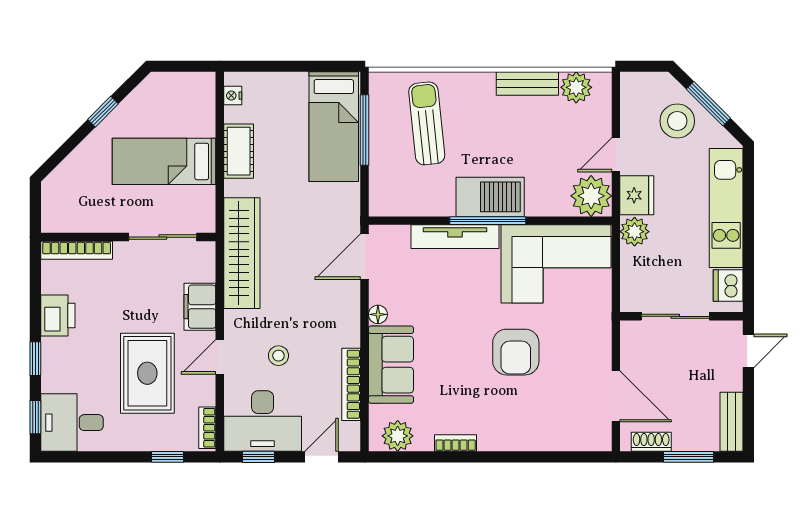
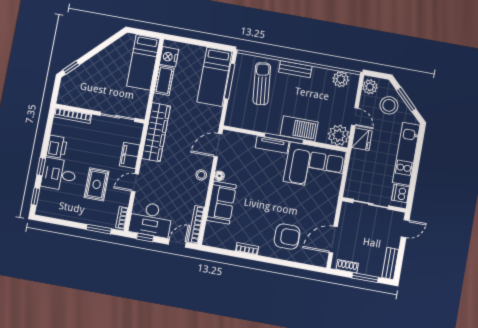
bench: (527, 84) -> (295, 69), moved
nightstand: (233, 96) -> (169, 57), width x1.89, depth x1.79
window: (103, 112) -> (71, 68), moved
door: (616, 155) -> (355, 117), swing flipped
bed: (164, 161) -> (143, 62), moved, turned -90
barbecue: (490, 197) -> (299, 129), moved
plant: (635, 232) -> (370, 87), moved
tv unit: (455, 237) -> (272, 145), width x0.71
armchair: (516, 352) -> (287, 237), moved, turned -90
stool: (278, 356) -> (201, 175), moved
rug: (147, 373) -> (97, 184), width x0.73, depth x0.70
bookcase: (351, 384) -> (196, 225), moved
door: (616, 396) -> (333, 240), swing flipped
desk: (72, 423) -> (59, 174), moved
plant: (398, 436) -> (218, 240), removed
window: (167, 457) -> (99, 229), width x1.50

